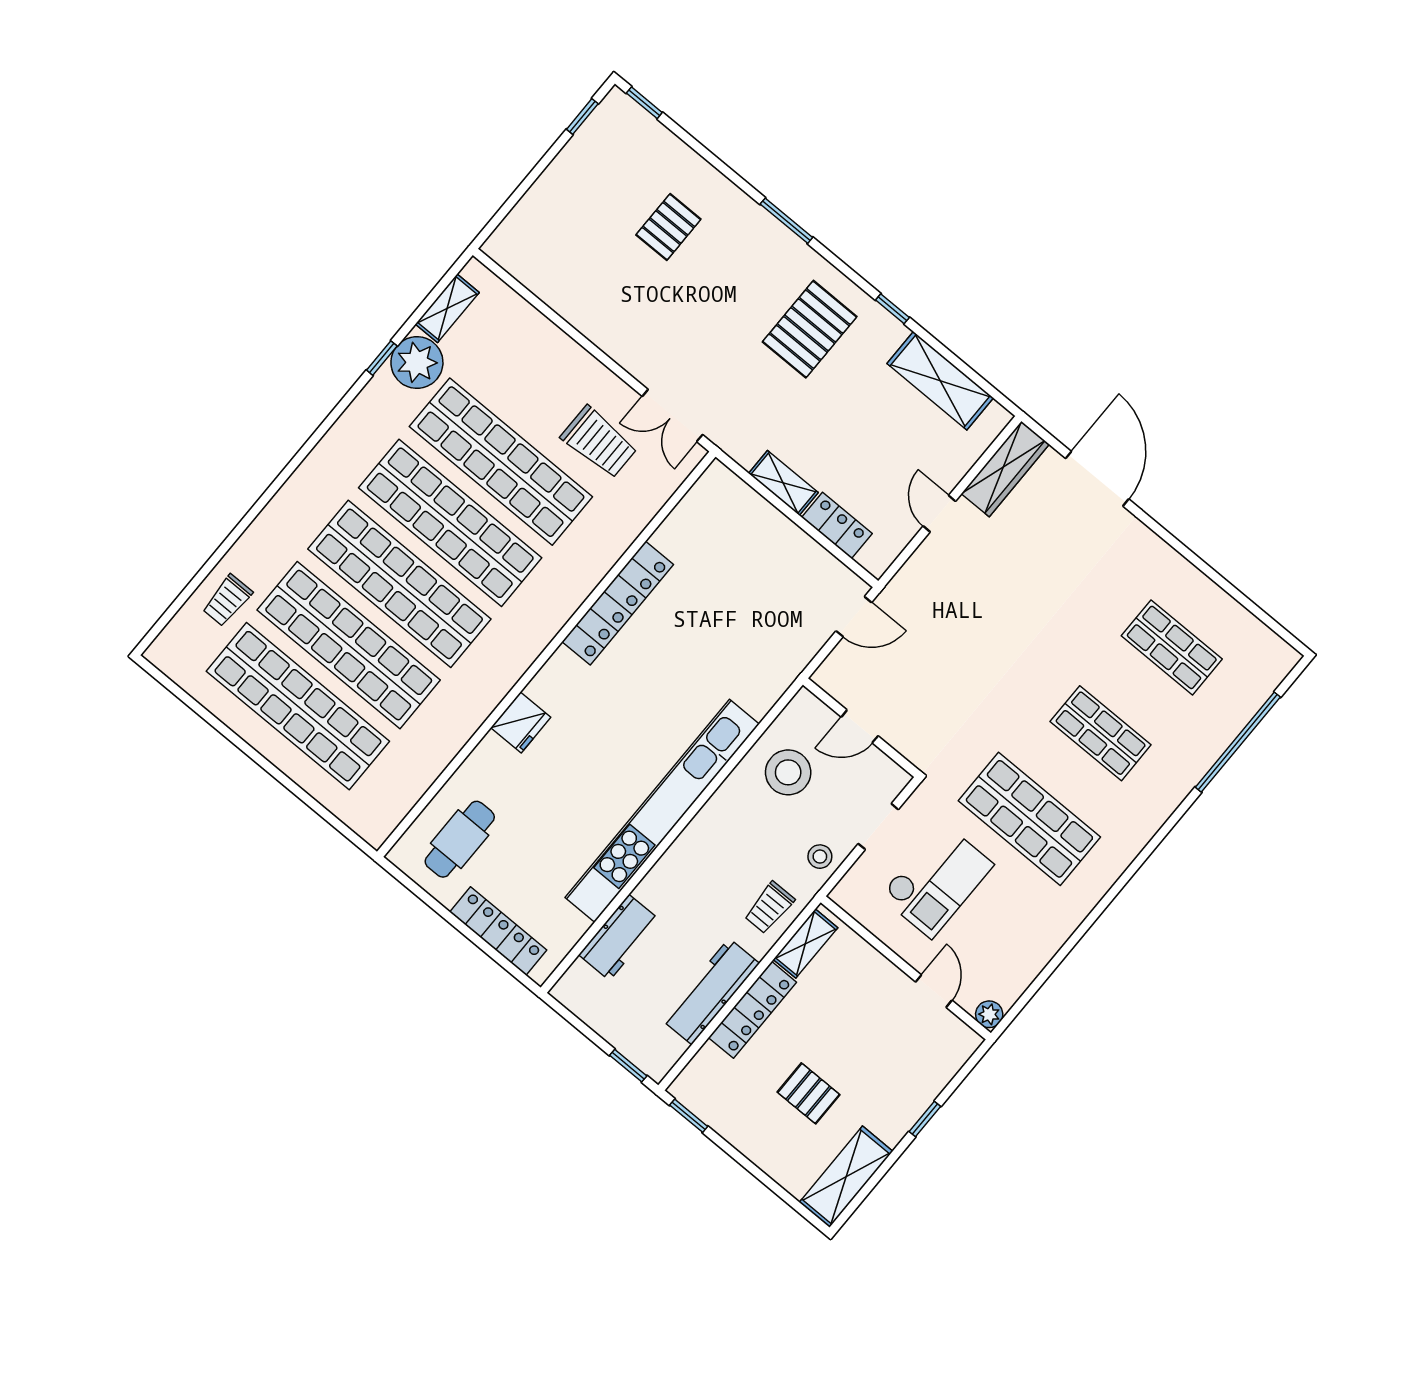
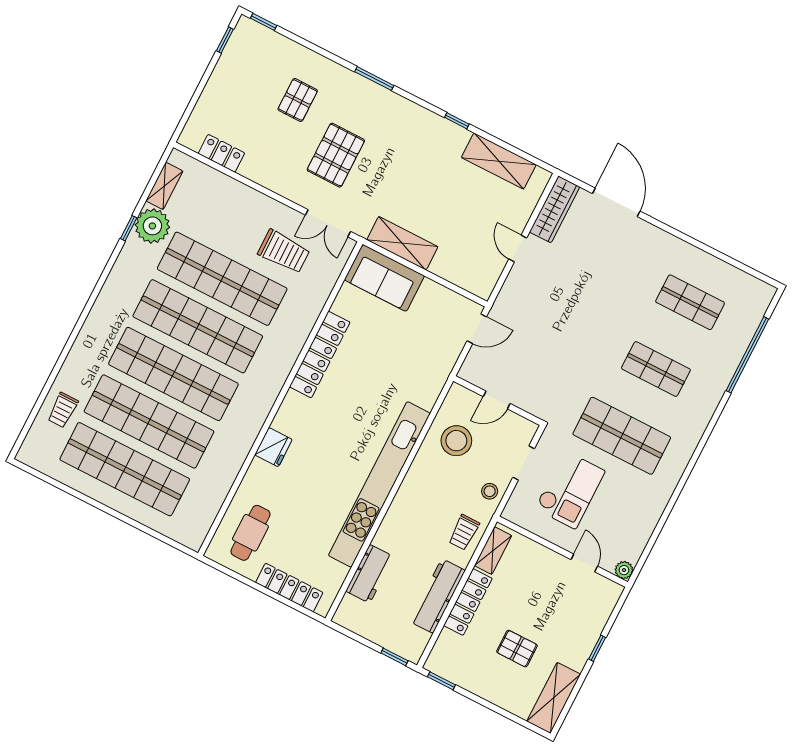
pallet: (810, 329) -> (336, 155), moved
shelving: (783, 483) -> (402, 243), width x1.50, depth x1.33
sofa: (736, 513) -> (384, 278), added
locker: (837, 525) -> (221, 153), moved

